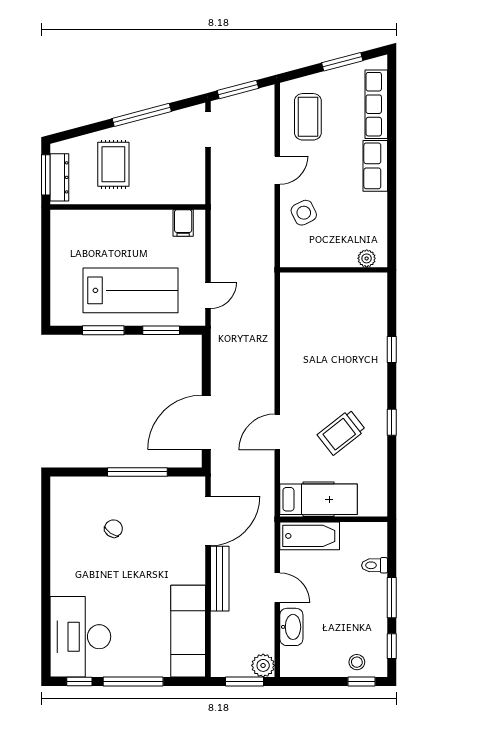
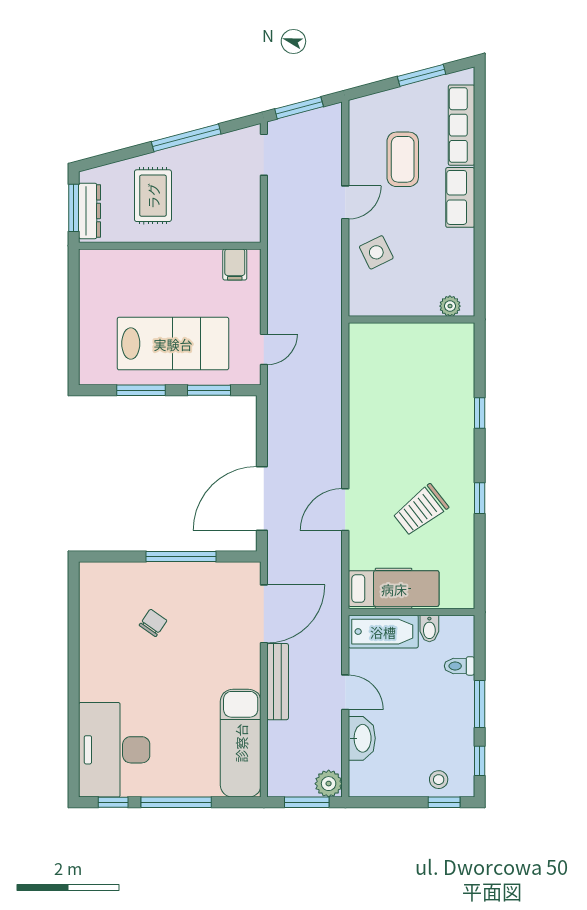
coffee table: (308, 117) -> (403, 159), moved
bidet: (349, 533) -> (429, 629), added

